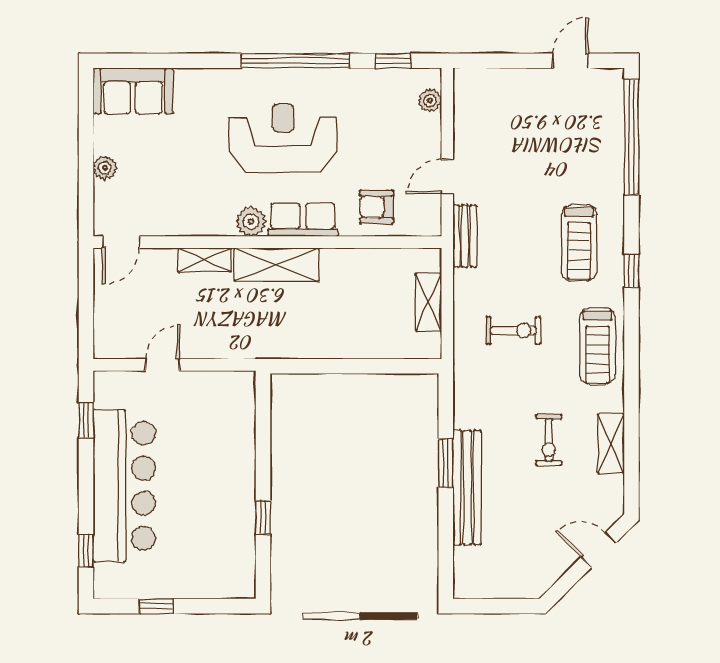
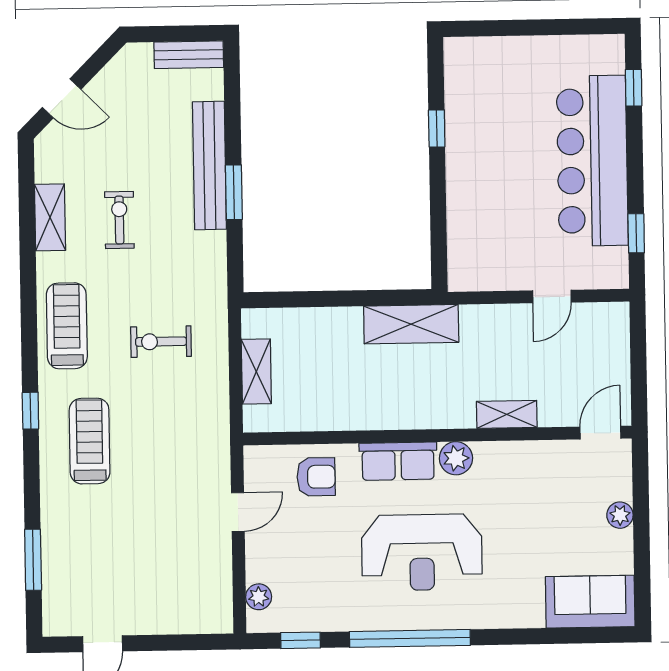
window: (631, 137) -> (33, 560), width x0.47
bench: (465, 236) -> (189, 55), moved, turned 90
shelving: (276, 265) -> (411, 324), moved
window: (156, 606) -> (554, 27), removed

